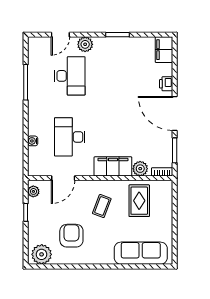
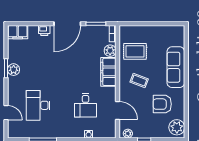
plant: (85, 44) -> (14, 70), moved
desk: (70, 76) -> (38, 105), turned -90
desk: (70, 137) -> (85, 105), width x0.73
sofa: (141, 253) -> (176, 67), moved

